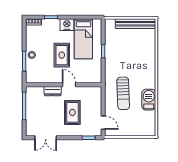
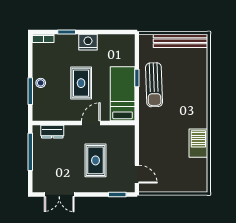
bed: (83, 39) -> (123, 94), moved, turned 180
door: (69, 85) -> (91, 123), hinge flipped
dresser: (53, 91) -> (52, 132), moved
sun lounger: (123, 93) -> (154, 85), moved

